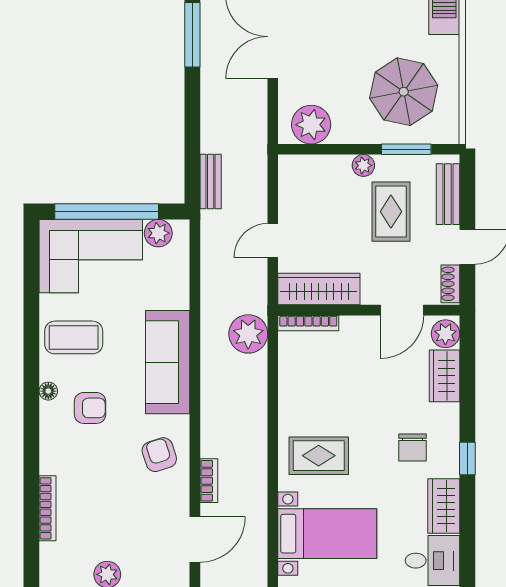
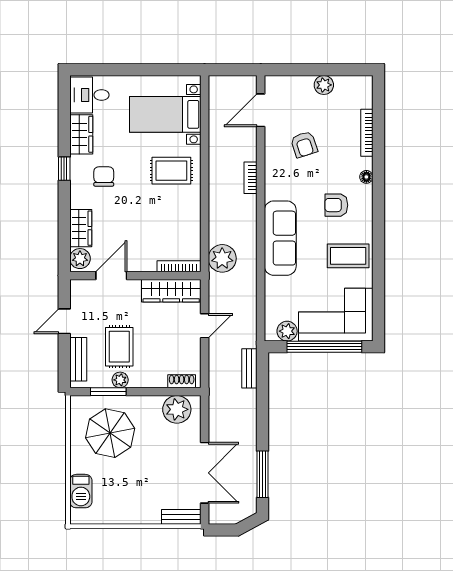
plant: (363, 165) -> (120, 380), moved
shoe rack: (450, 284) -> (182, 381), moved, turned -90
floor lamp: (48, 391) -> (366, 177), moved
armchair: (159, 455) -> (304, 144), moved
bookcase: (209, 481) -> (251, 178), moved

